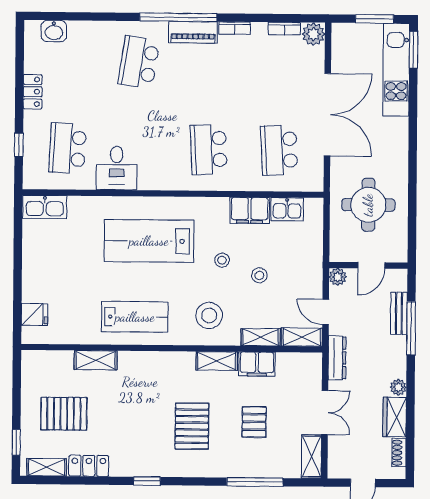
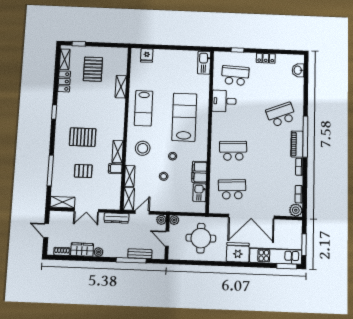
school desk: (139, 62) -> (281, 115), turned -30
fridge: (392, 138) -> (238, 252), added
plant: (338, 254) -> (174, 220), added
filing cabinet: (257, 364) -> (115, 169), width x0.50

